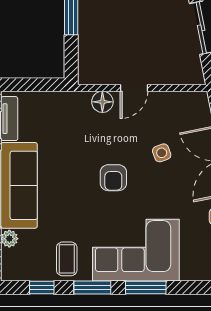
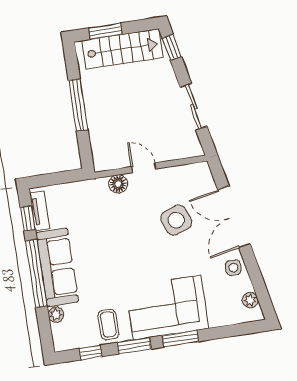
door: (134, 88) -> (144, 168), swing flipped
side table: (162, 153) -> (176, 220), width x1.87, depth x1.87
armchair: (113, 178) -> (138, 248), removed

